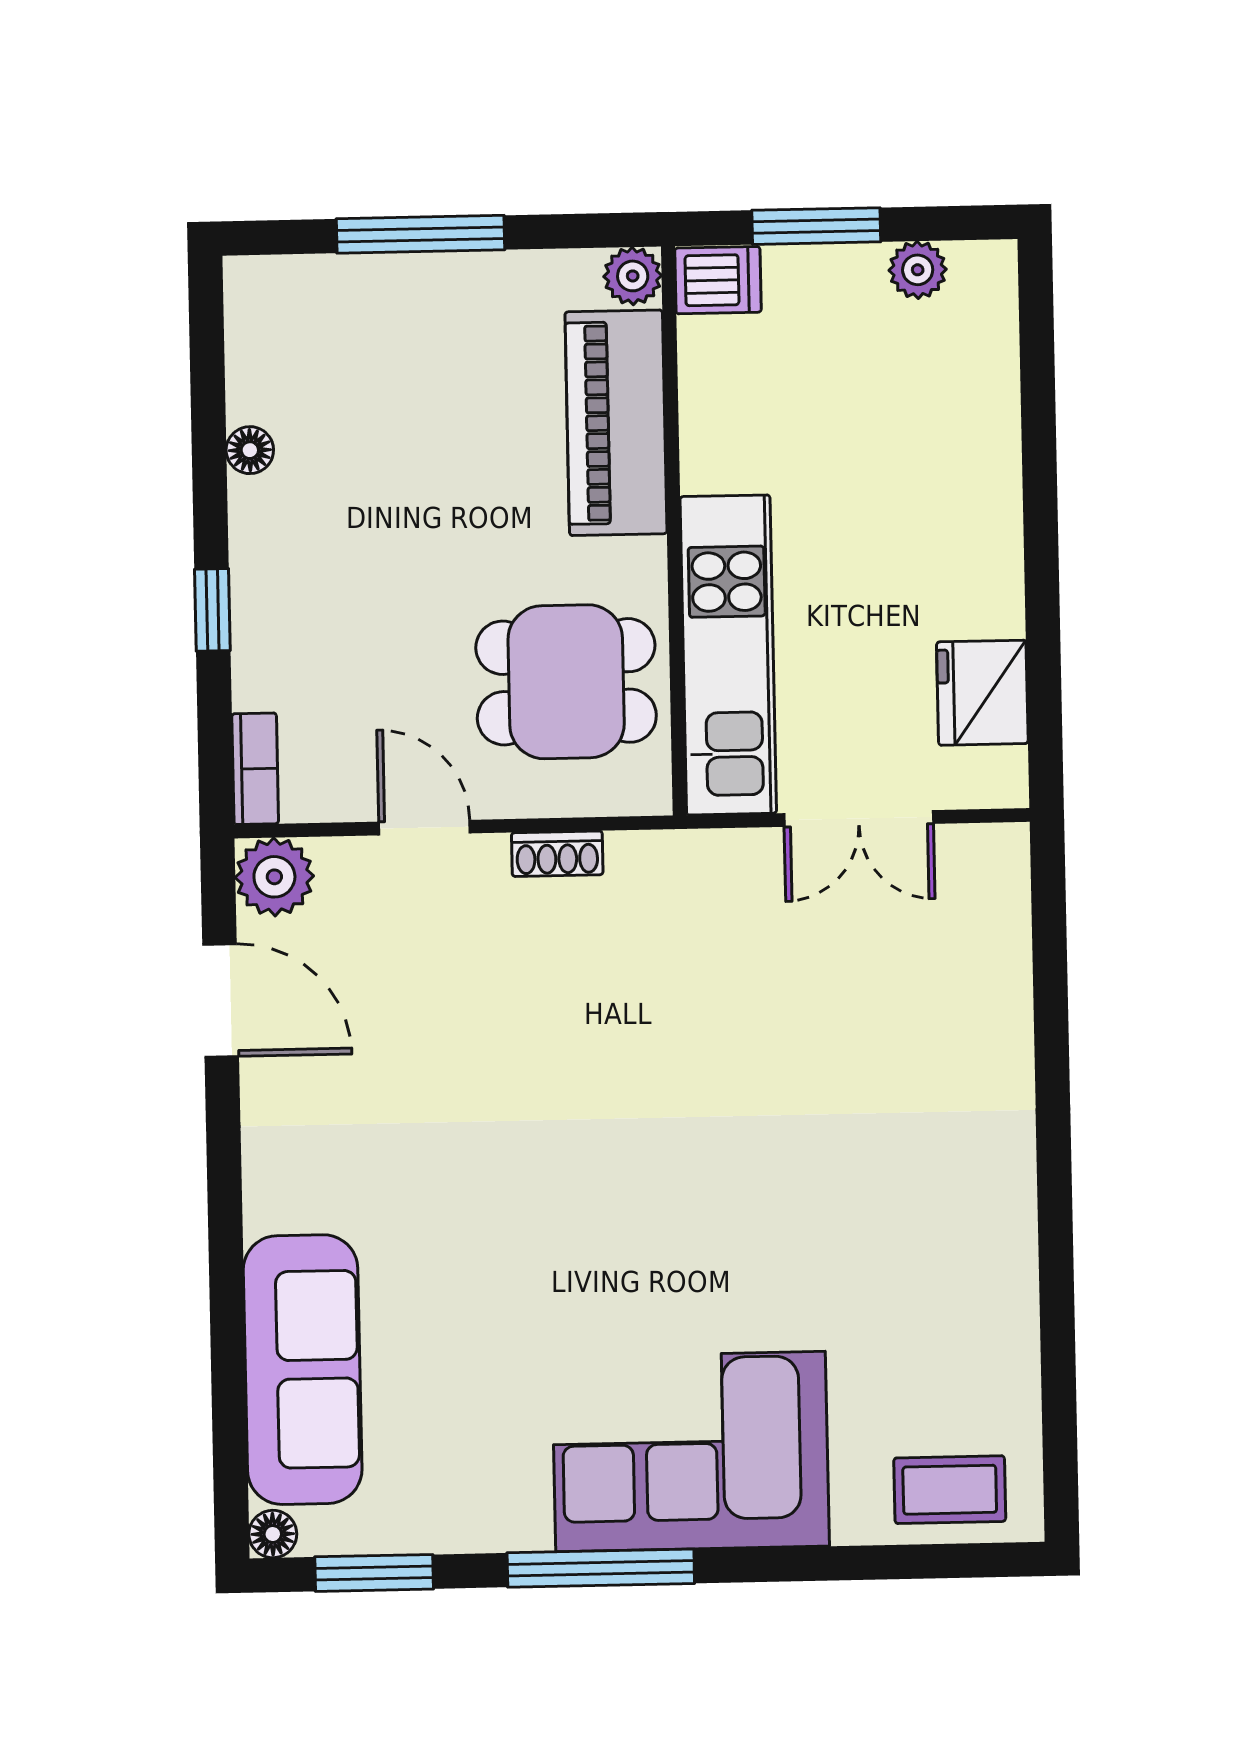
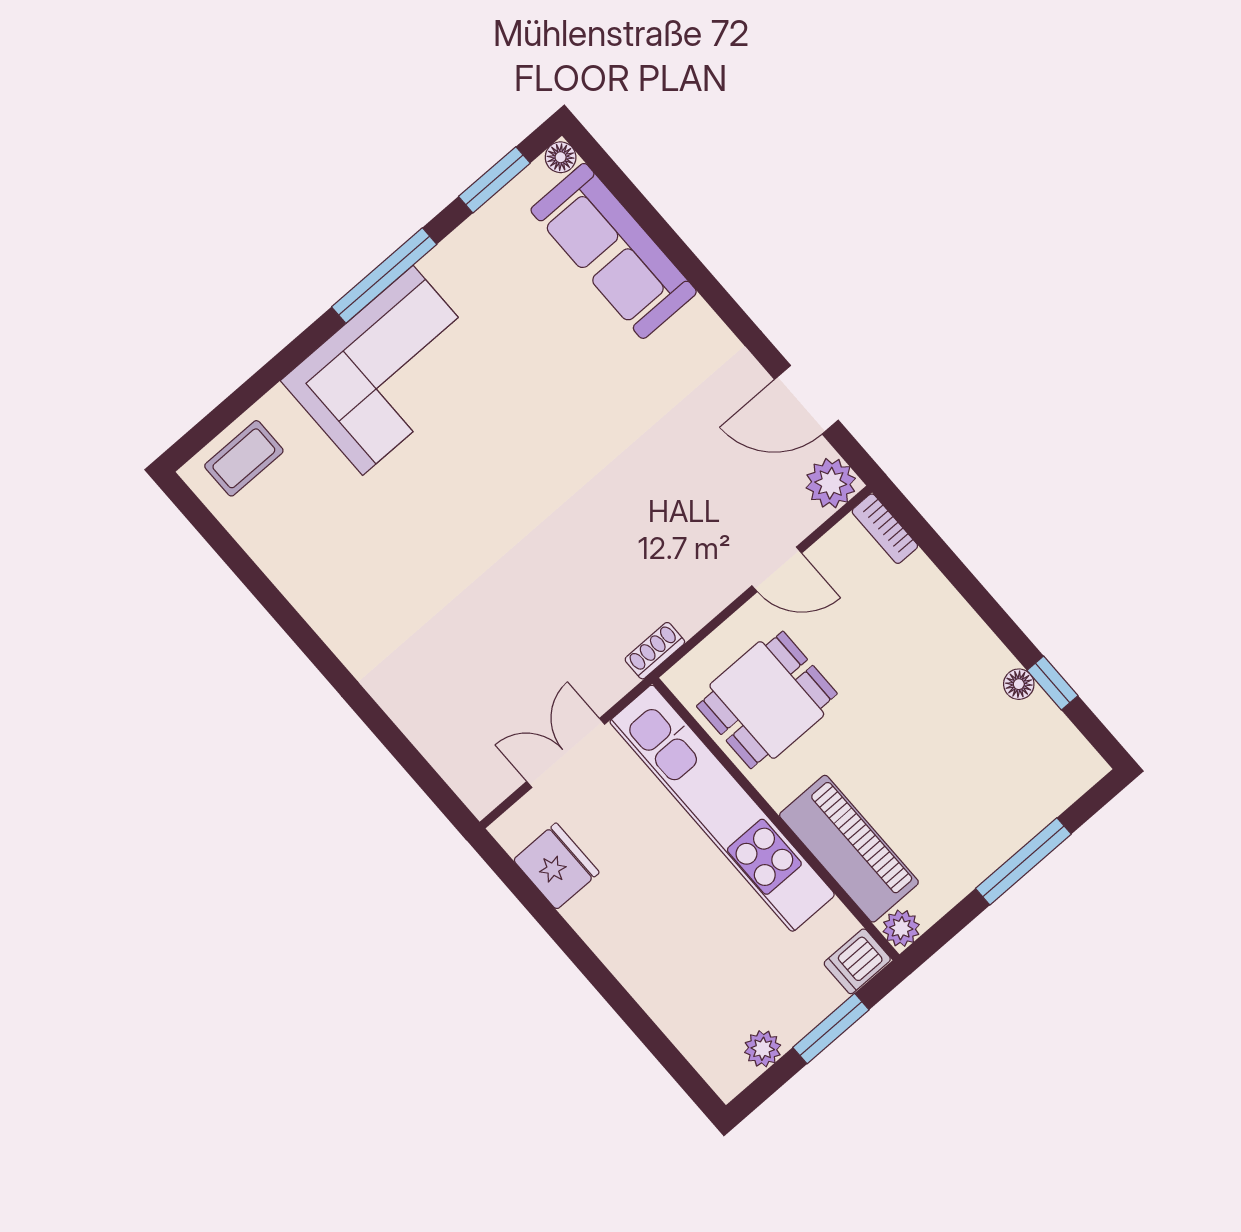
window: (212, 610) -> (1053, 683), moved
kitchen unit: (728, 655) -> (722, 808), width x1.36
shoe rack: (557, 854) -> (655, 651), moved

